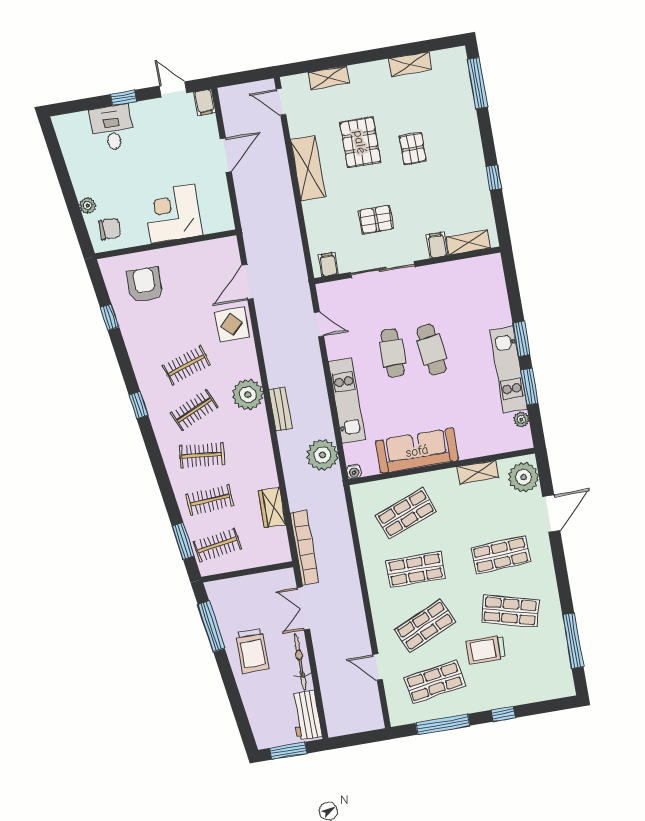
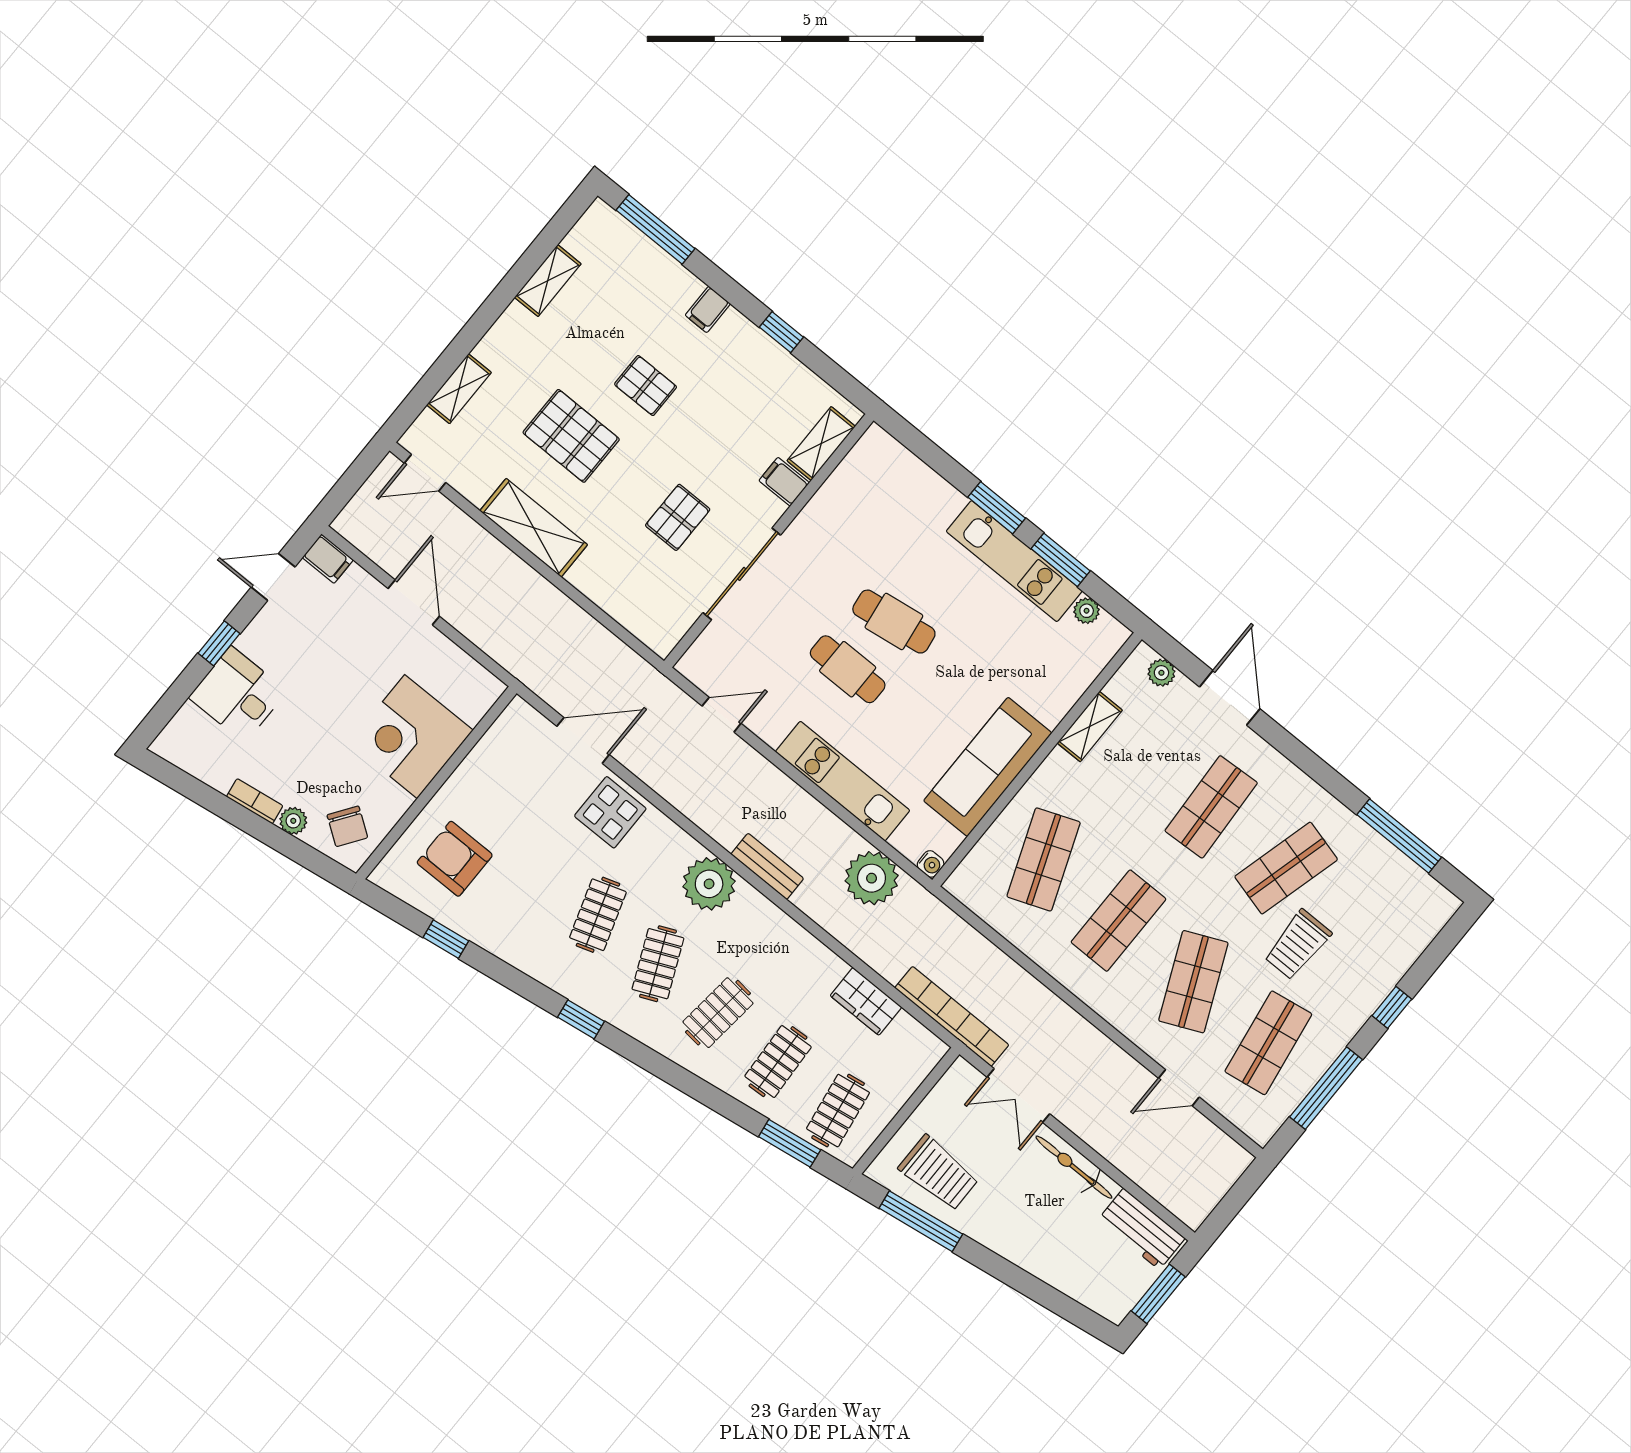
bookcase: (78, 182) -> (255, 801), added
chair: (110, 229) -> (347, 826), turned 125
filing cabinet: (328, 264) -> (708, 309), moved, turned -90
door: (247, 282) -> (583, 740), swing flipped
plant: (524, 477) -> (1161, 673), width x0.53, depth x0.53
trolley: (252, 651) -> (939, 1173), moved

